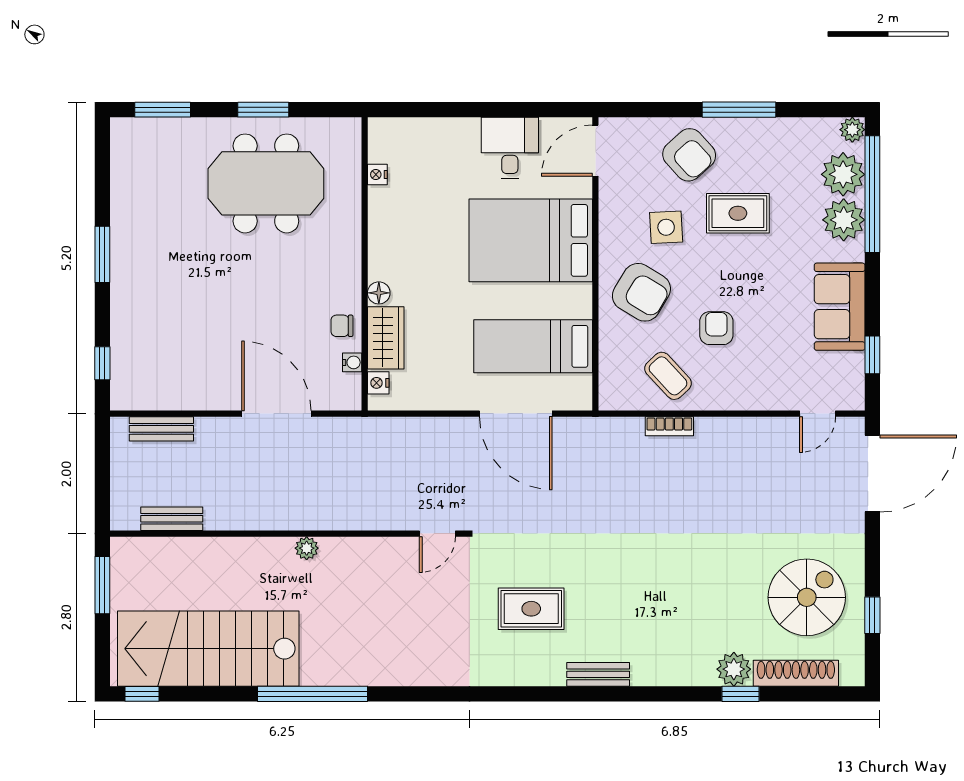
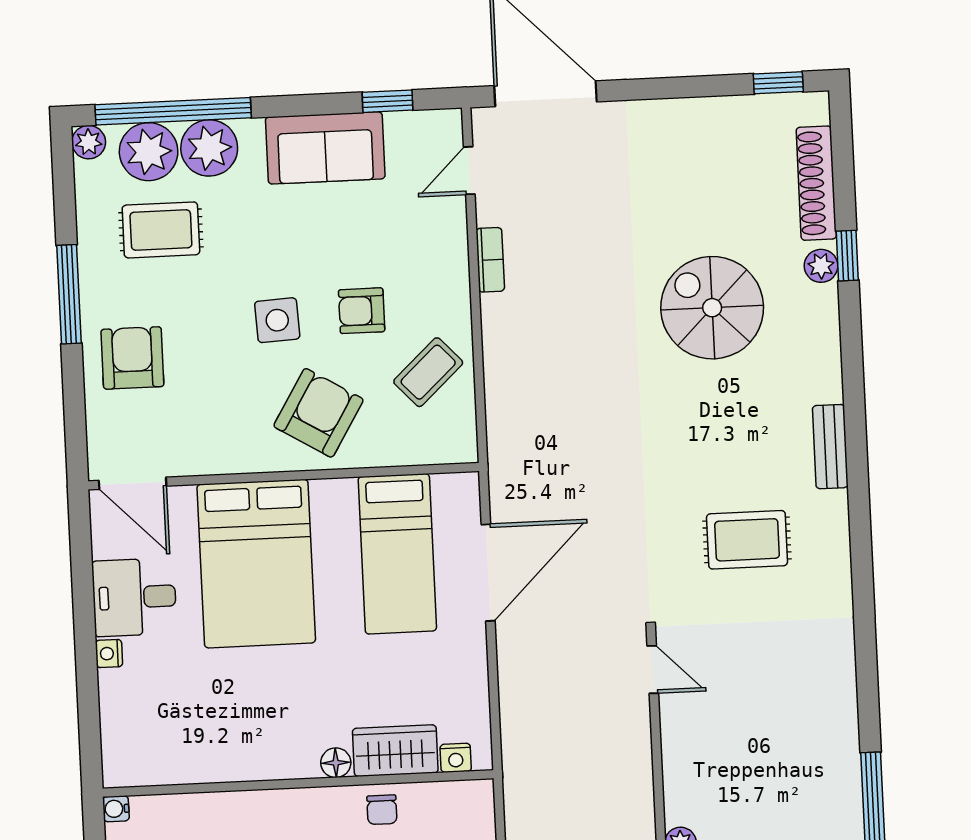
armchair: (689, 155) -> (132, 358), turned -48
nightstand: (377, 175) -> (109, 654), moved, turned 90
rug: (738, 213) -> (161, 230), moved, turned 90
side table: (666, 227) -> (277, 320), moved
water cooler: (352, 362) -> (116, 809), moved, turned -90
door: (818, 414) -> (469, 171), swing flipped
bookcase: (669, 426) -> (490, 260), moved
spiral stairs: (807, 597) -> (712, 308), moved
rug: (531, 609) -> (747, 540), turned 90
window: (872, 615) -> (778, 83), moved
plant: (734, 669) -> (821, 266), width x0.73, depth x0.73

